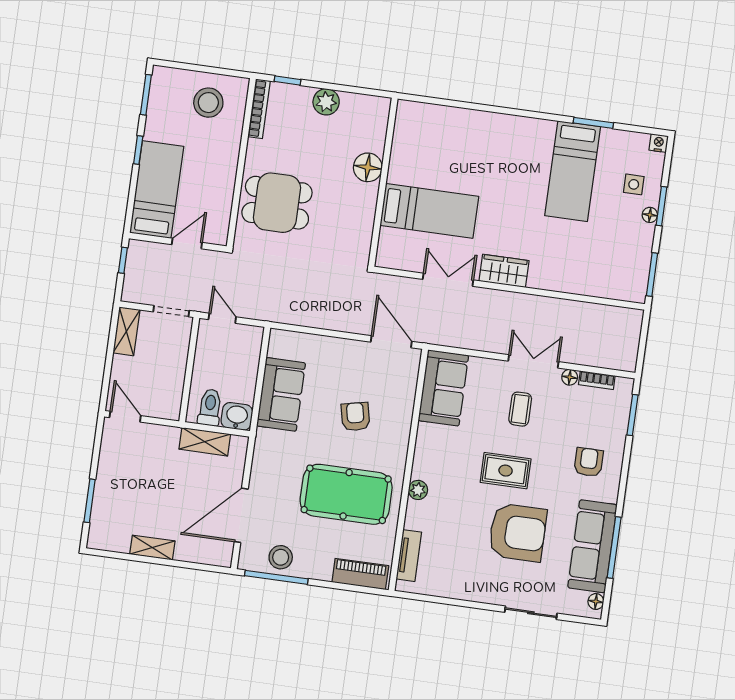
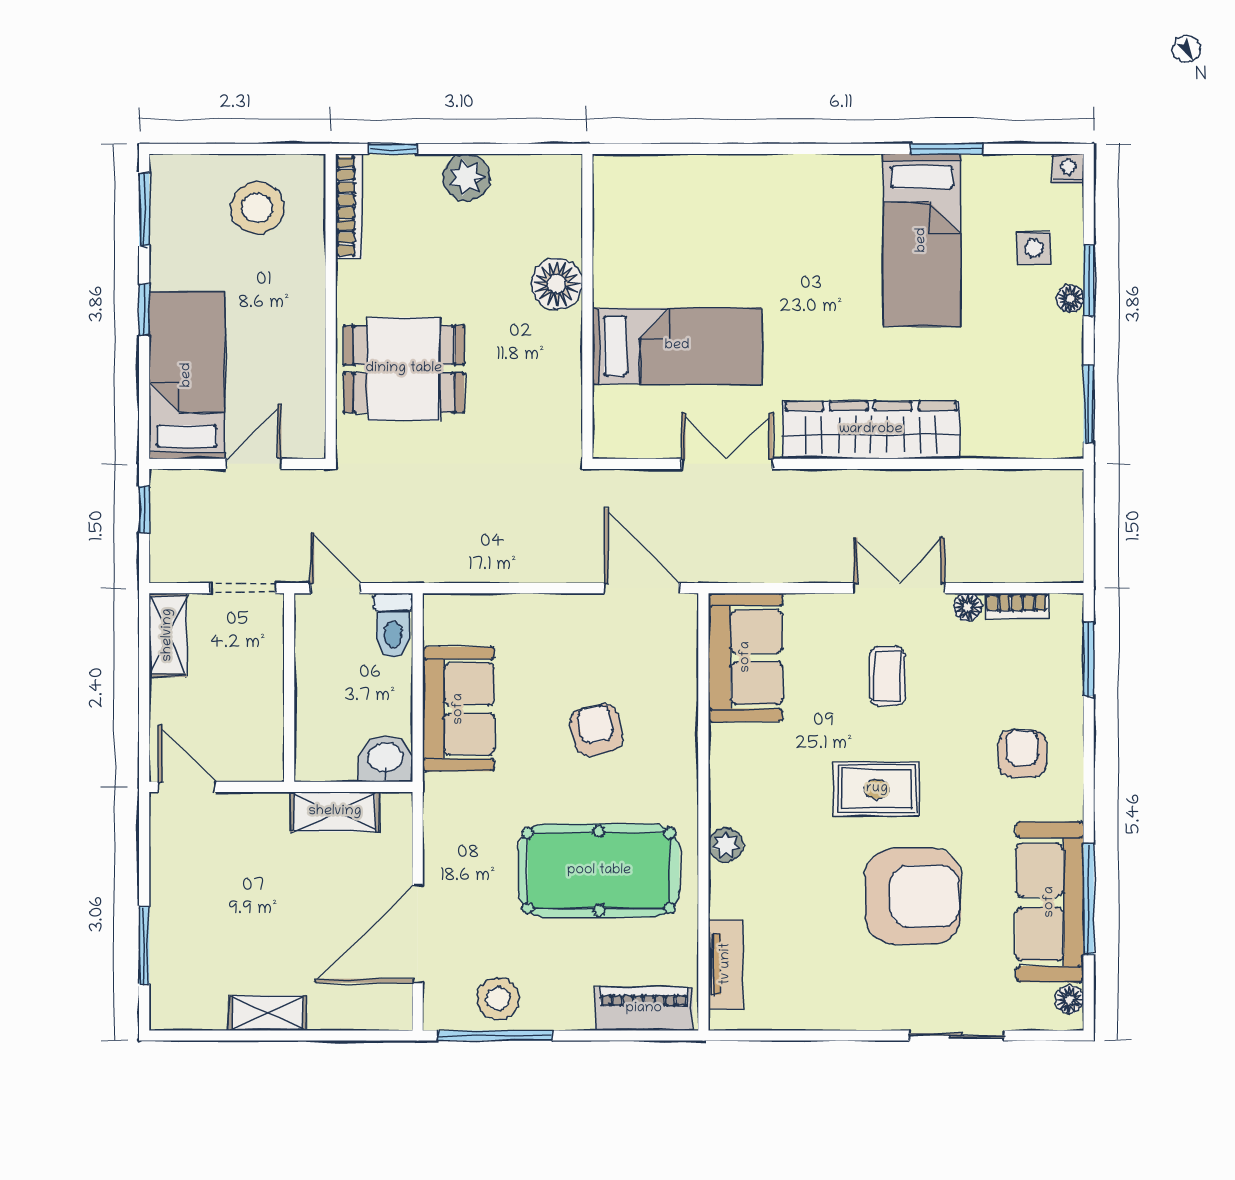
wardrobe: (504, 271) -> (871, 430), width x2.10, depth x1.17
toilet: (210, 407) -> (393, 625), moved, turned 180

